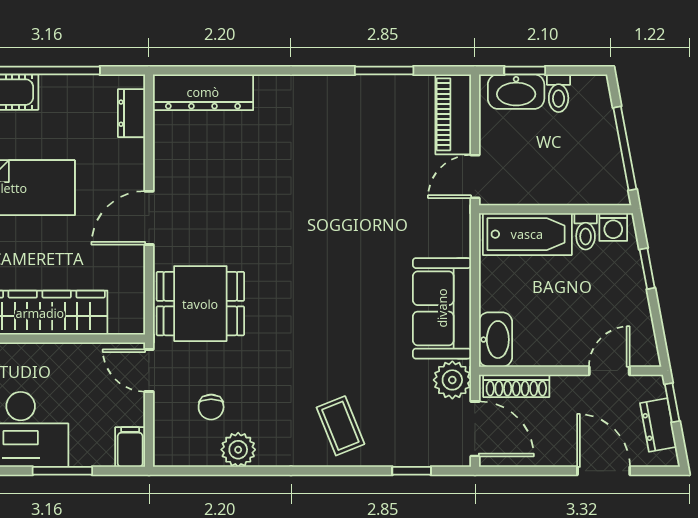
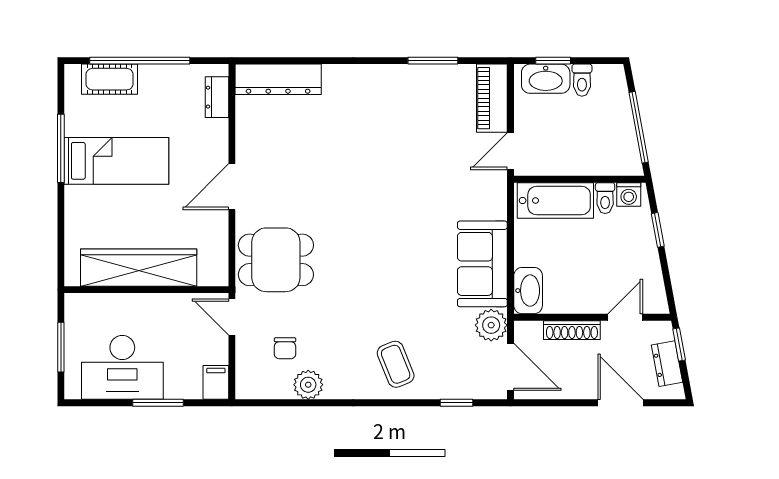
shoe rack: (516, 386) -> (572, 330), moved

